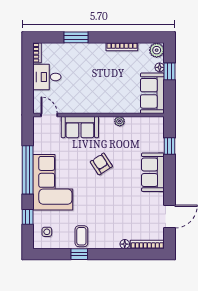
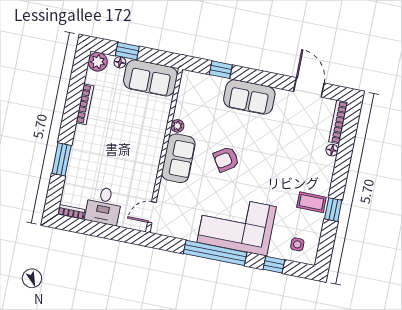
sofa: (80, 127) -> (178, 158), moved

